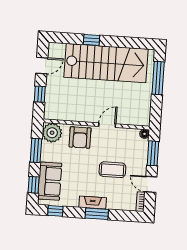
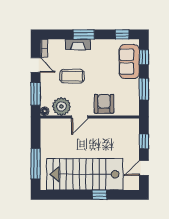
plant: (52, 133) -> (61, 106), moved
fireplace: (93, 203) -> (78, 44), moved

